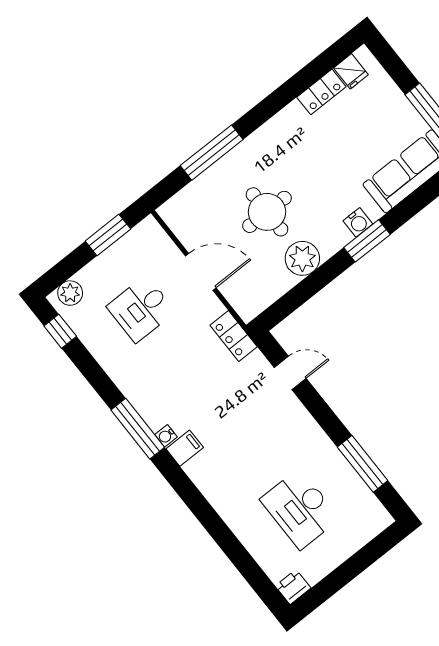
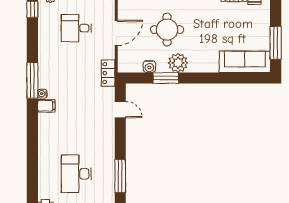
water cooler: (358, 222) -> (149, 67), moved
window: (367, 241) -> (166, 78), moved
plant: (302, 258) -> (178, 63), moved
door: (201, 272) -> (116, 33), hinge flipped

